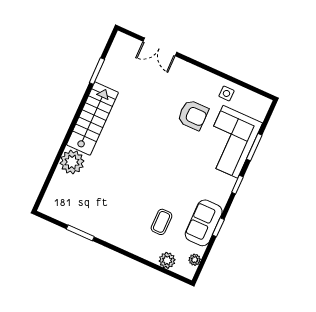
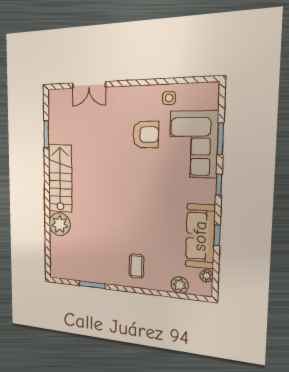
coffee table: (161, 222) -> (136, 266), moved
sofa: (204, 223) -> (200, 236), width x1.36

